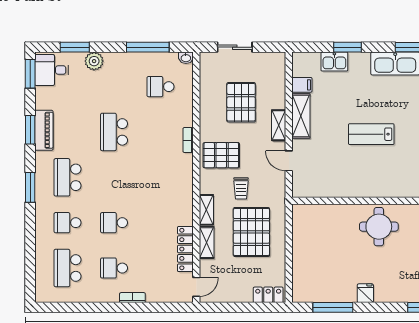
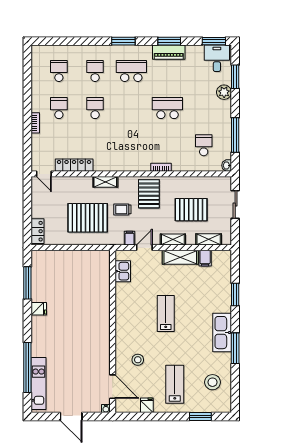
kitchen sink: (334, 62) -> (123, 271), moved, turned 180
filing cabinet: (277, 180) -> (129, 238), added
round table: (379, 227) -> (92, 319), removed
shelving: (207, 243) -> (209, 239), moved
school desk: (68, 268) -> (59, 71), width x0.54

